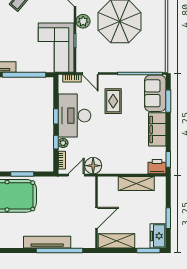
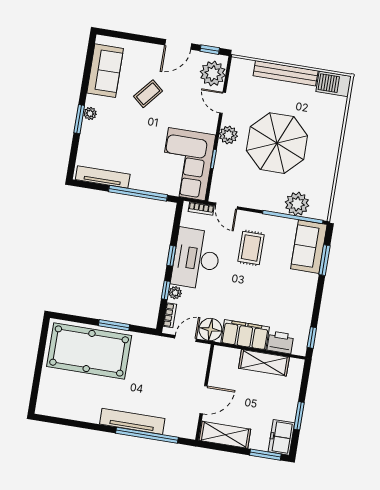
plant: (142, 63) -> (297, 204), added
filing cabinet: (157, 129) -> (245, 335), moved, turned 90
printer: (157, 167) -> (280, 342), moved

